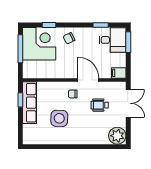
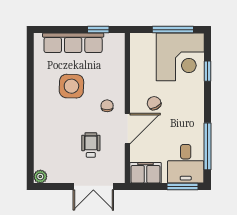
window: (101, 25) -> (208, 146), width x2.17
chair: (69, 38) -> (154, 103), moved
filing cabinet: (119, 73) -> (145, 173), width x2.00
row of seats: (30, 103) -> (73, 43), moved
plant: (117, 136) -> (40, 177), width x0.53, depth x0.53

